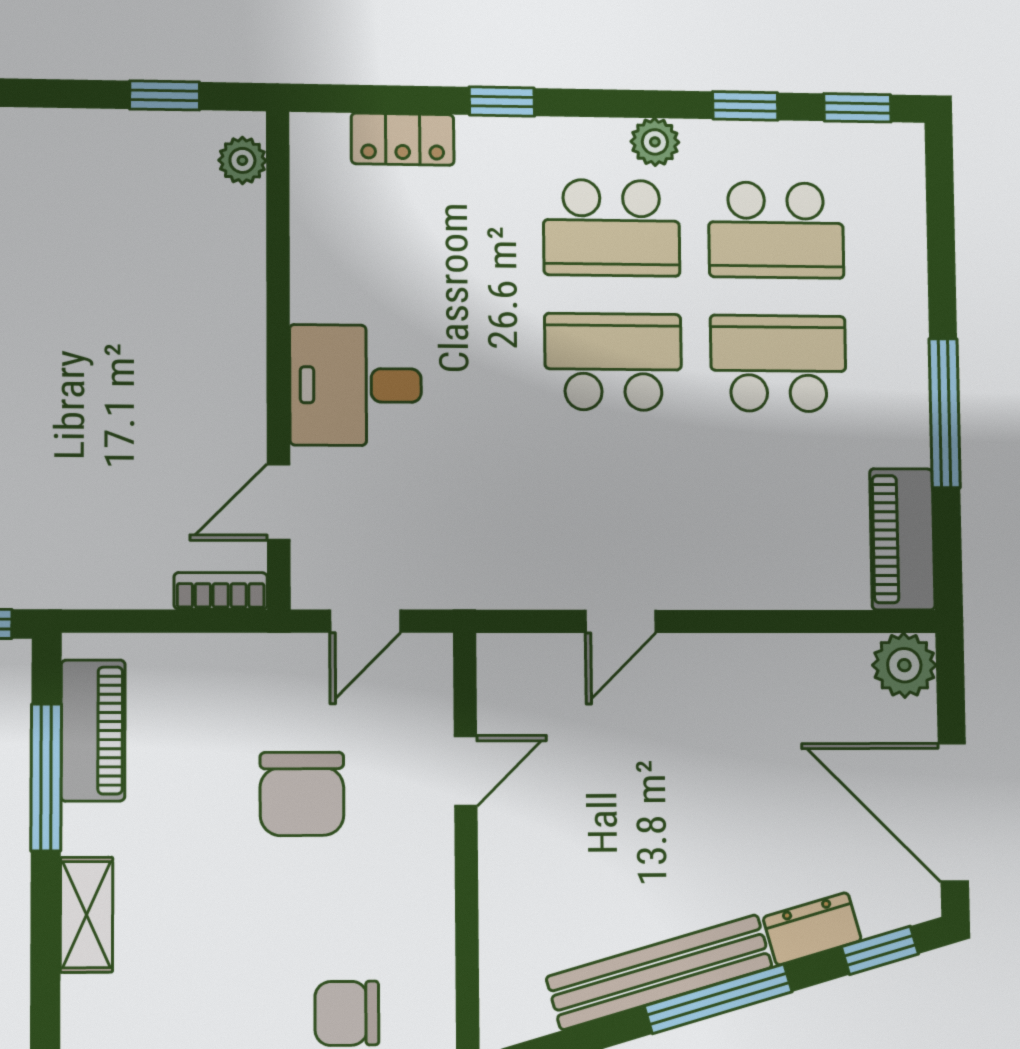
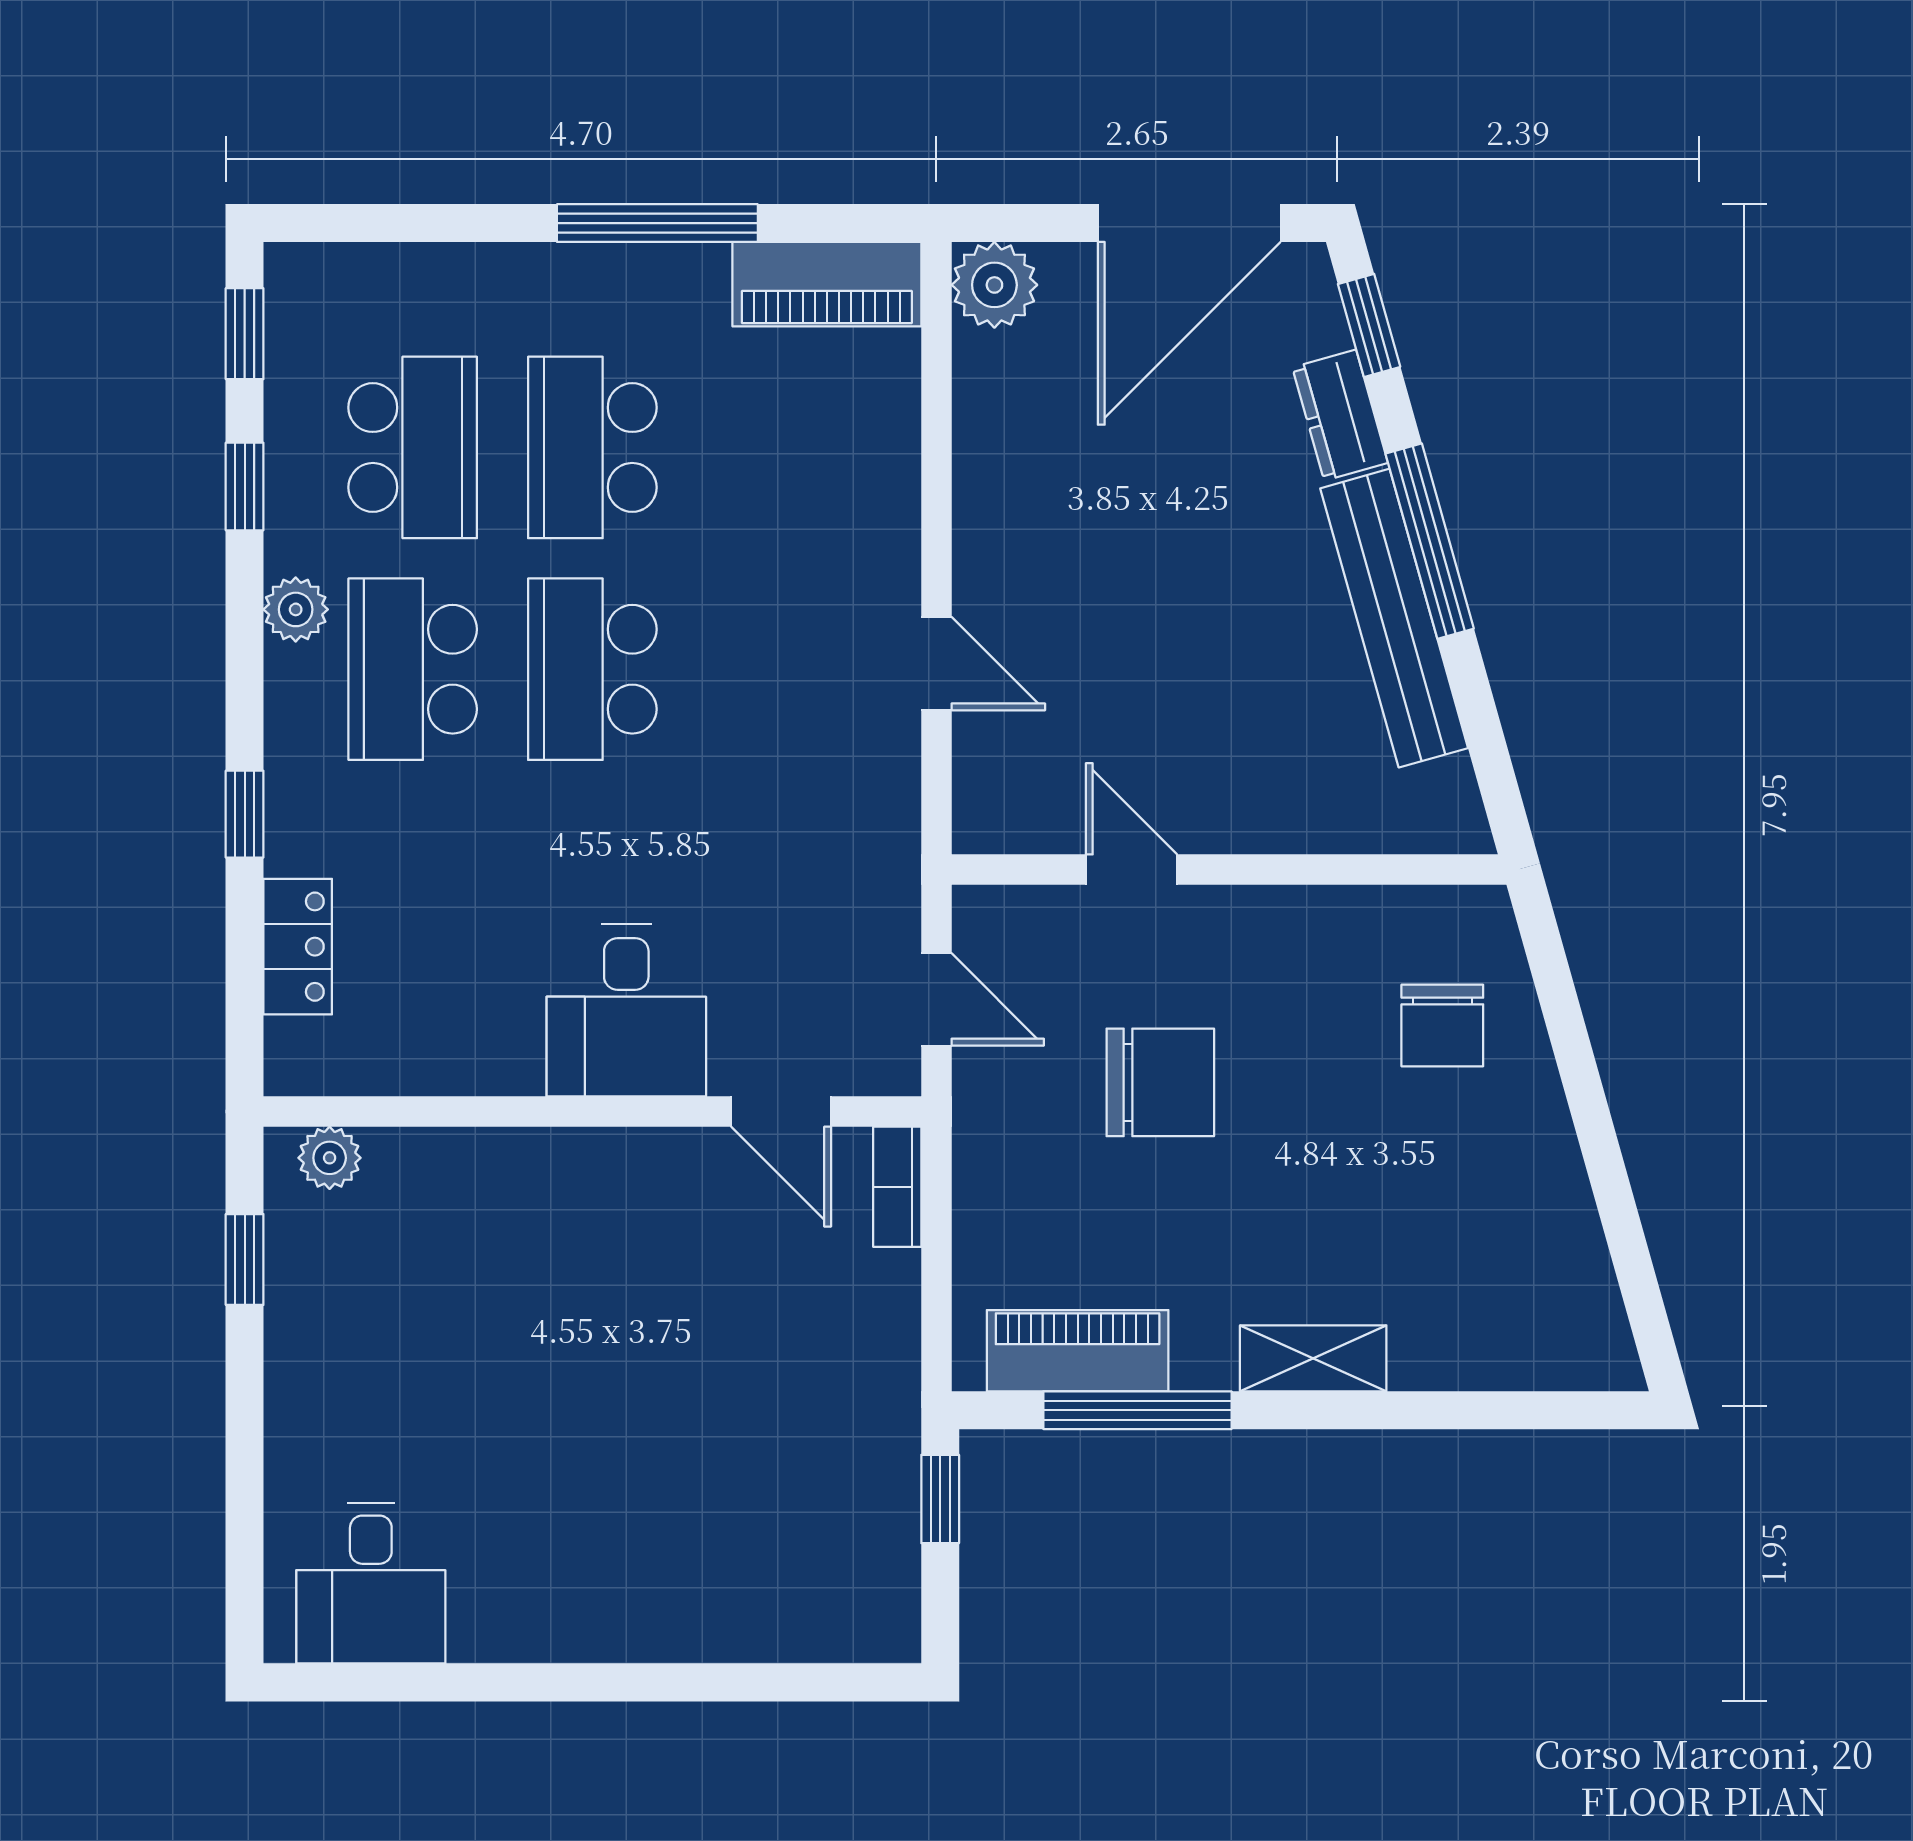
school desk: (612, 228) -> (413, 669), turned 180

